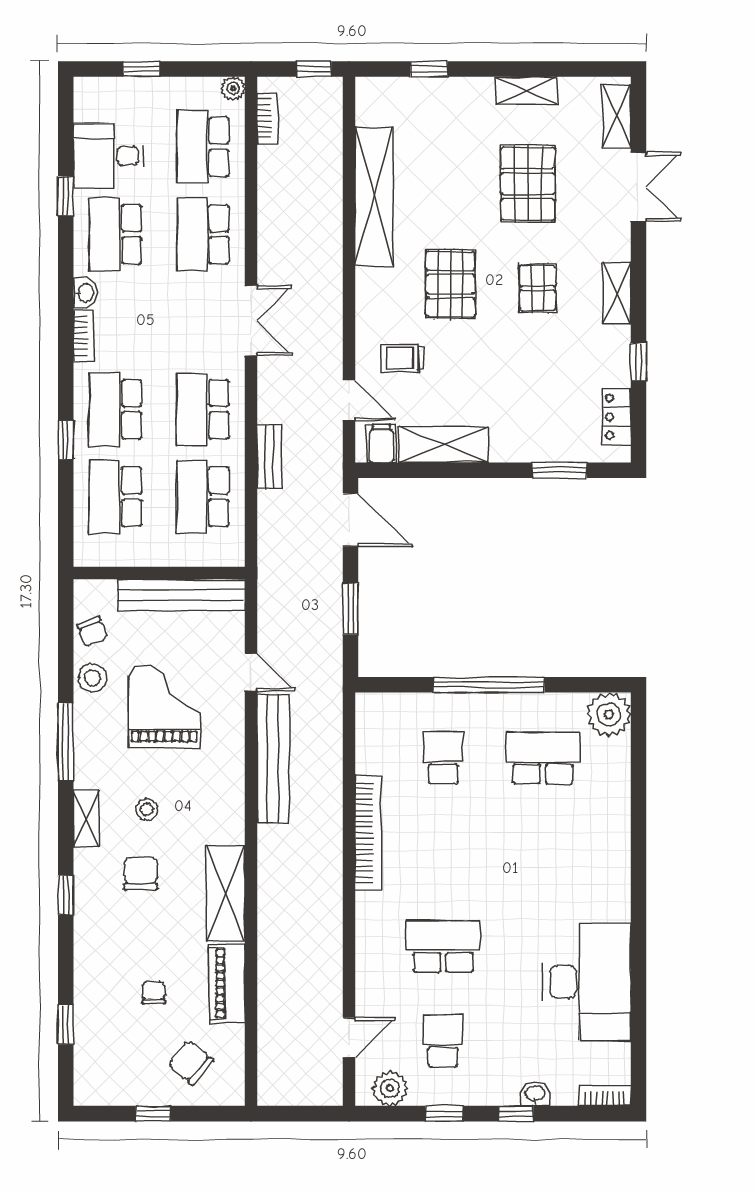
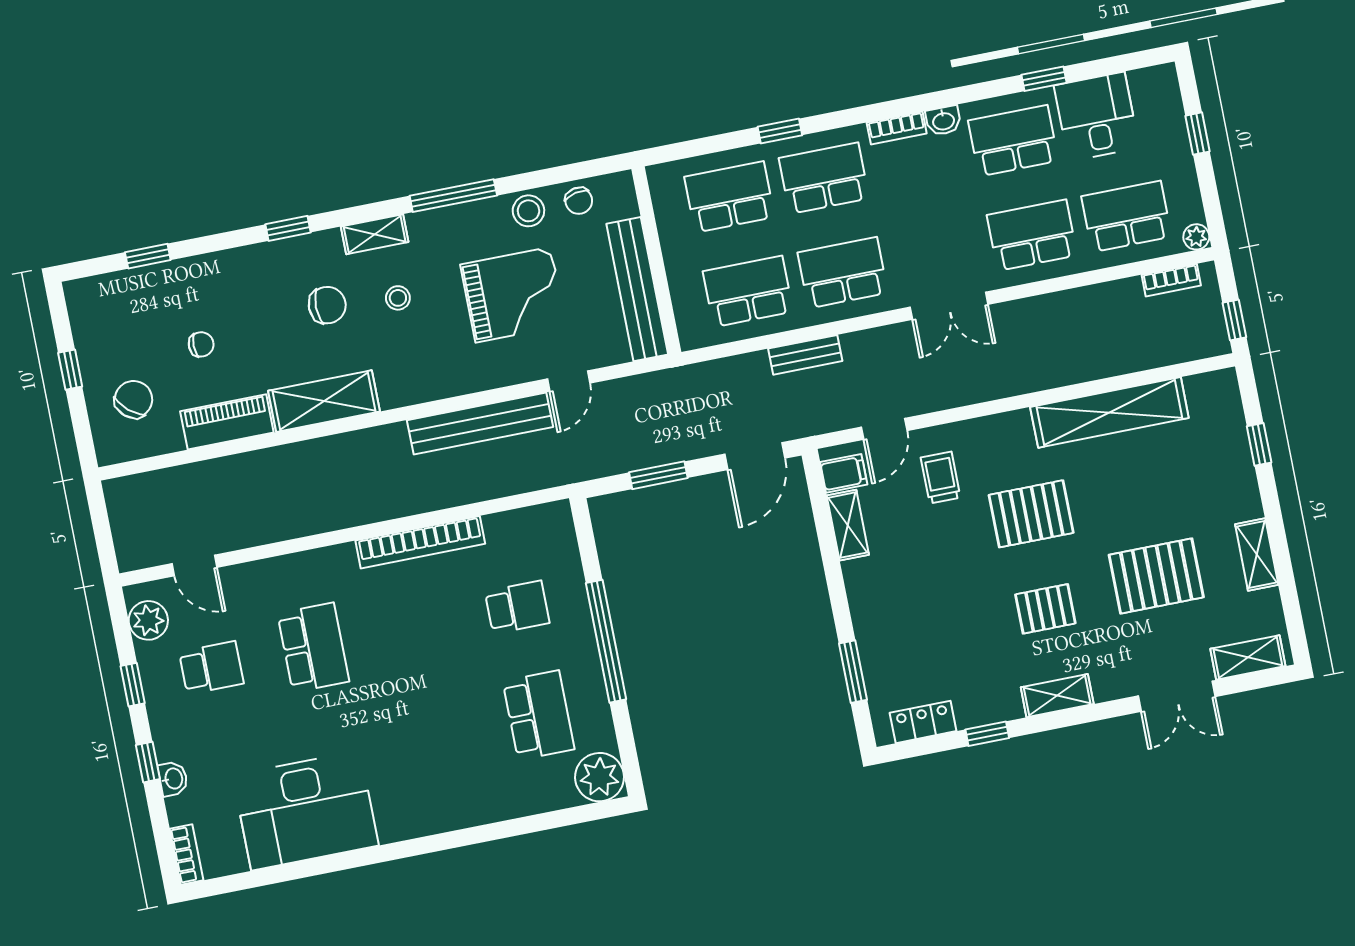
shelving: (443, 445) -> (848, 525), width x0.67, depth x0.75
chair: (92, 631) -> (579, 201), turned -81

